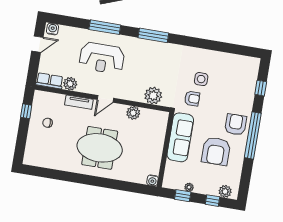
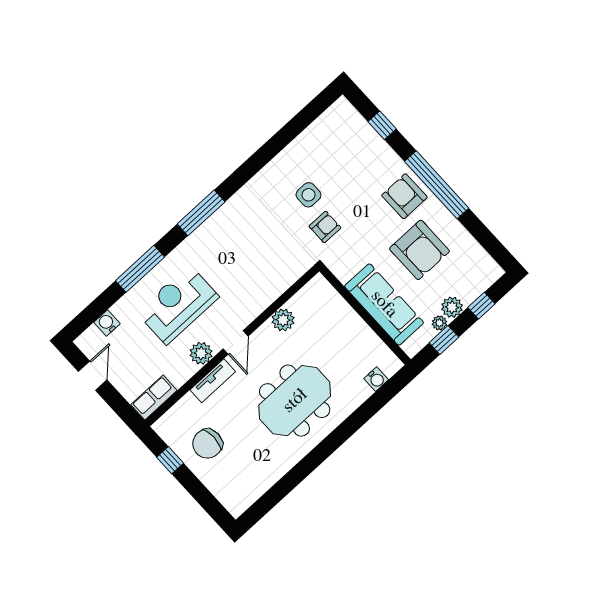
water cooler: (53, 29) -> (107, 323), moved
reception desk: (102, 58) -> (178, 305), turned 180
plant: (70, 84) -> (201, 353), moved
plant: (153, 96) -> (281, 276), removed
chair: (48, 123) -> (207, 444), width x1.87, depth x1.87
sofa: (180, 137) -> (384, 304), moved
water cooler: (152, 180) -> (376, 379), moved
plant: (225, 191) -> (452, 307), moved

